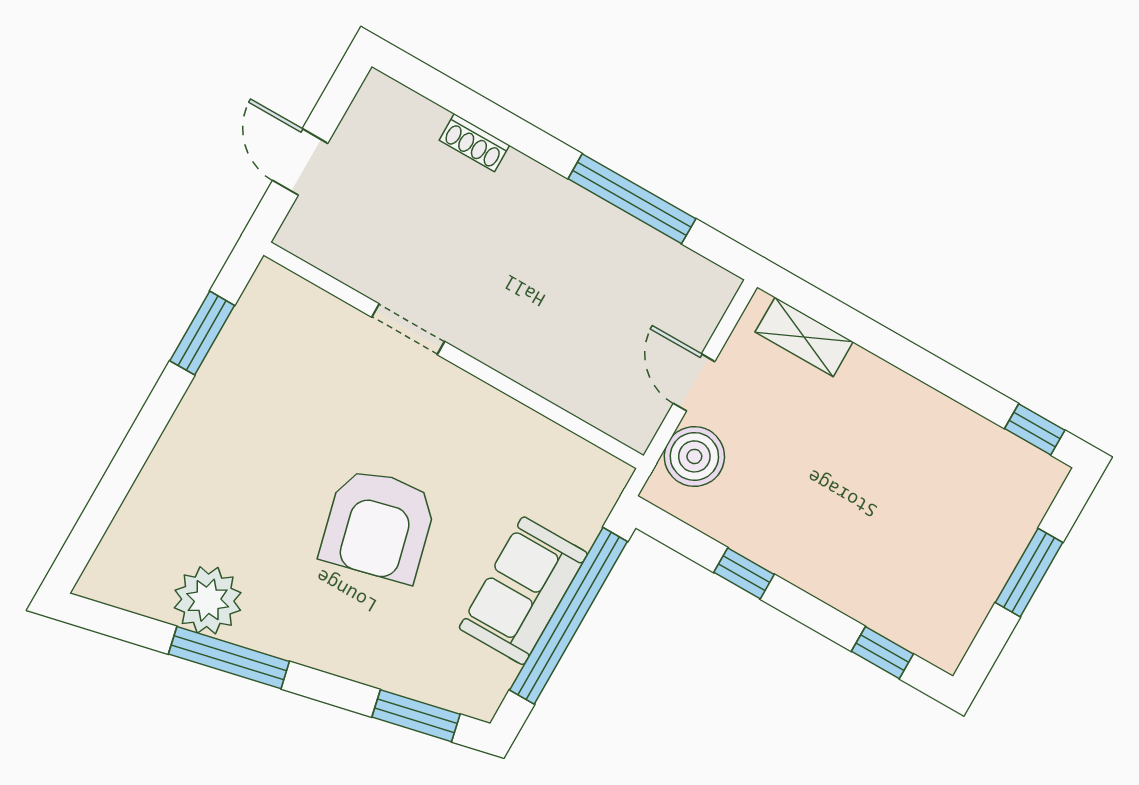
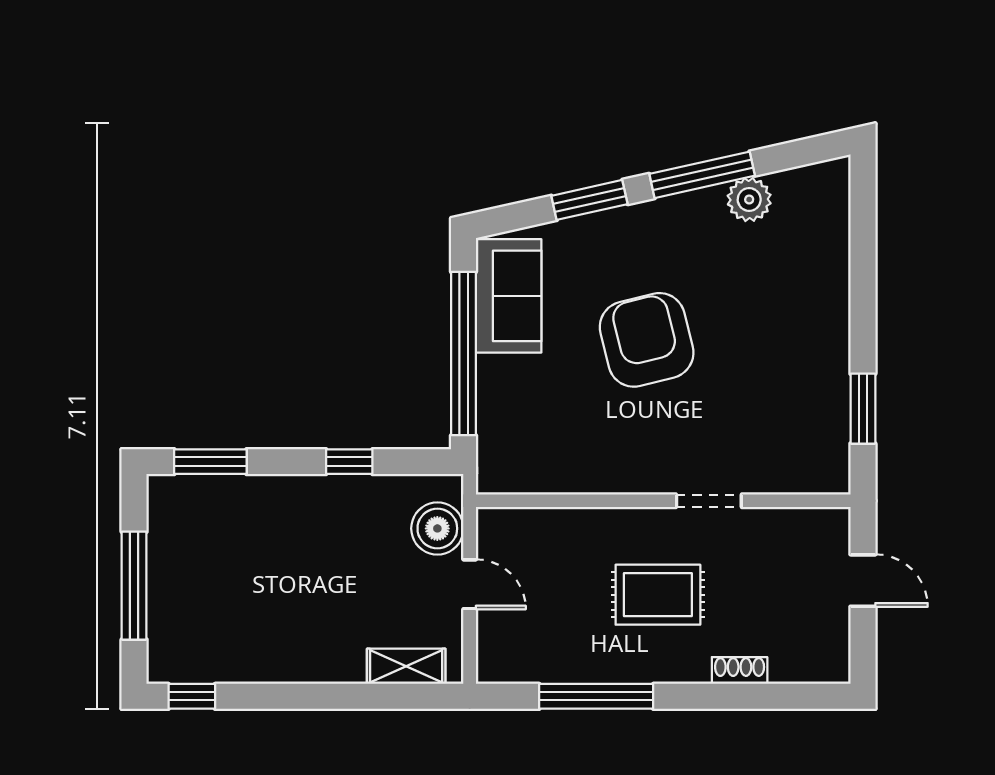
rug: (512, 265) -> (658, 595), added
window: (1029, 573) -> (134, 586), width x1.44
sofa: (523, 591) -> (509, 296), moved
plant: (208, 600) -> (749, 200), width x0.73, depth x0.73
window: (882, 653) -> (210, 462), width x1.50
window: (416, 716) -> (589, 200), moved

